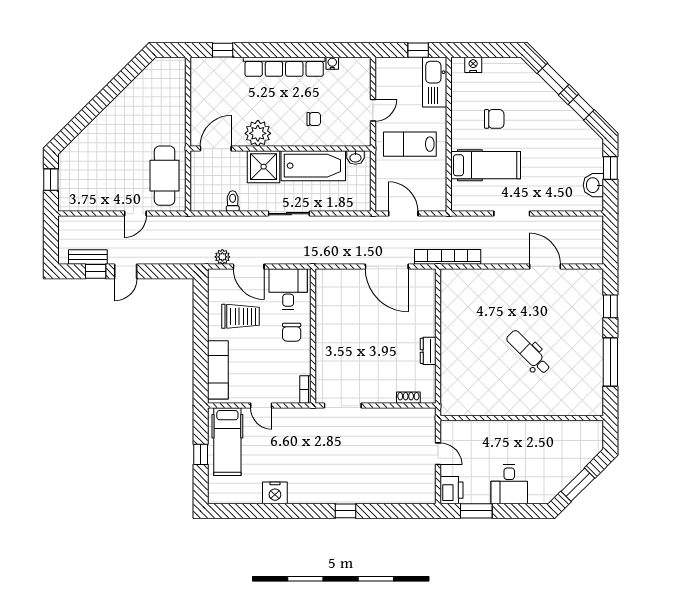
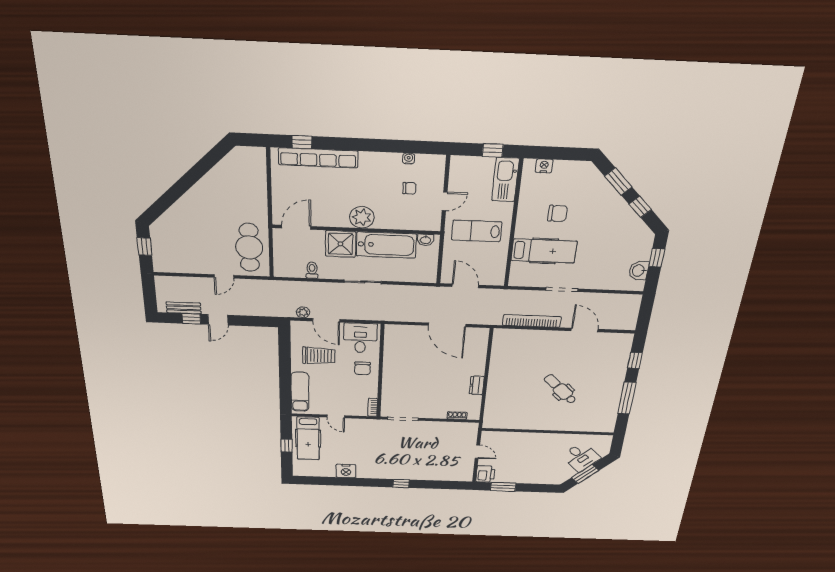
row of seats: (284, 67) -> (318, 158), moved
chair: (314, 119) -> (409, 188), moved
plant: (258, 133) -> (362, 217), moved
bookcase: (448, 257) -> (532, 321), moved
desk: (509, 484) -> (581, 457), moved, turned -45

